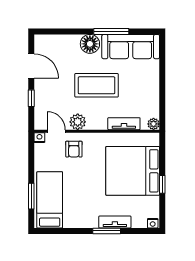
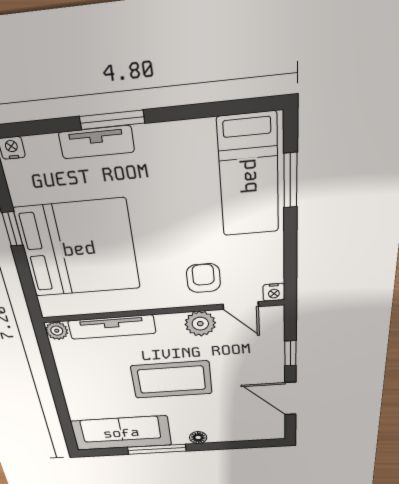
floor lamp: (90, 44) -> (198, 438), width x0.53, depth x0.53
tv unit: (124, 124) -> (112, 327), width x1.41

